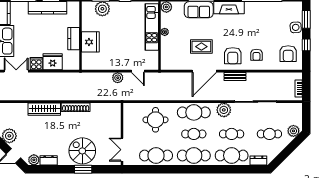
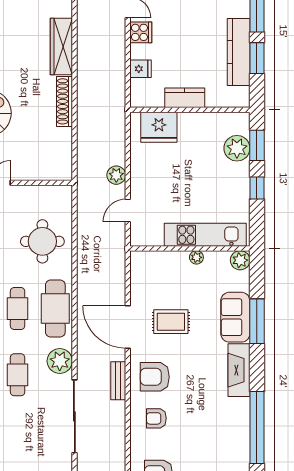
fridge: (90, 42) -> (159, 127), moved
rug: (201, 47) -> (171, 322), turned 90
fridge: (53, 62) -> (140, 69), width x0.53, depth x0.75
cafe table: (269, 134) -> (18, 441), removed

